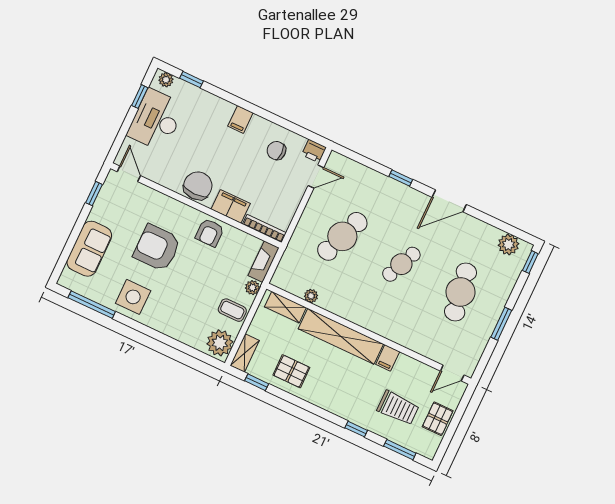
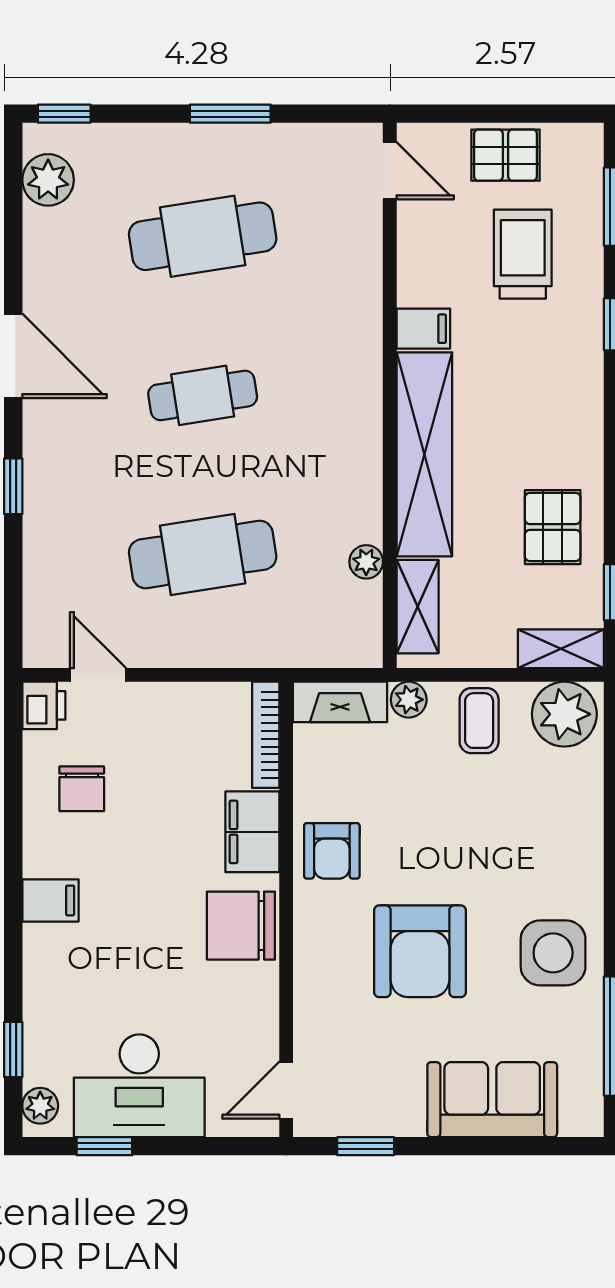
armchair: (210, 233) -> (332, 851), turned 90
cafe table: (342, 236) -> (203, 555), turned -30
cafe table: (401, 264) -> (203, 395), turned -33

